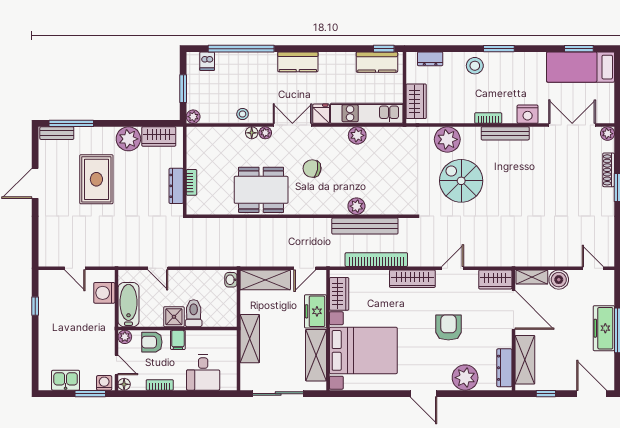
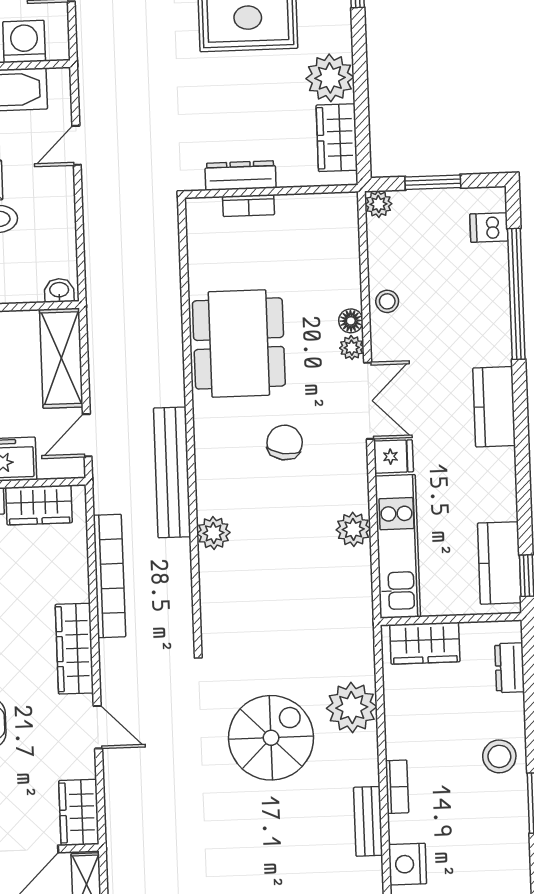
bench: (505, 133) -> (368, 821), width x0.73
bench: (365, 226) -> (172, 472), moved
door: (305, 268) -> (87, 435), hinge flipped

